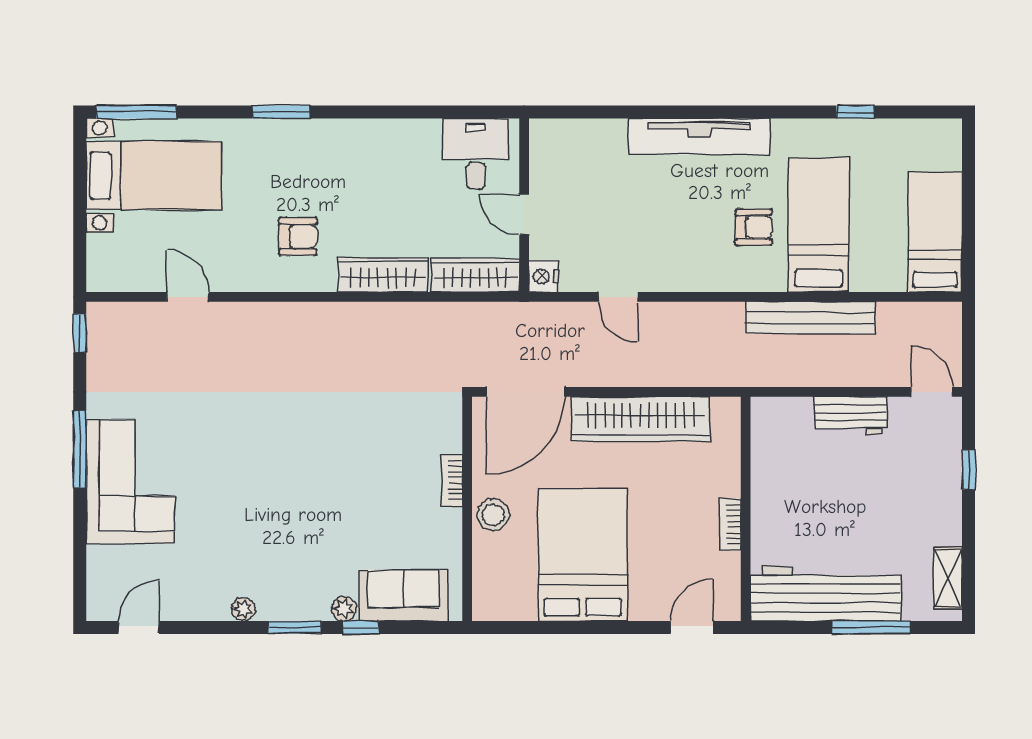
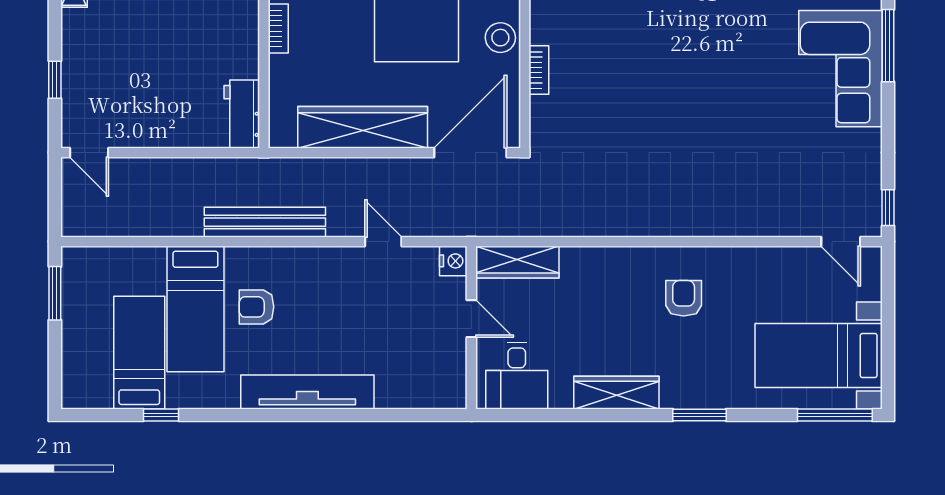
bed: (935, 232) -> (139, 353), moved, turned 180
armchair: (298, 236) -> (684, 298), turned 90
window: (969, 242) -> (55, 293), added
wardrobe: (383, 275) -> (616, 393), moved, turned 180
door: (188, 297) -> (841, 242), moved
bench: (811, 318) -> (265, 222), moved
workbench: (851, 415) -> (242, 114), moved, turned -90
window: (80, 449) -> (888, 46), moved

